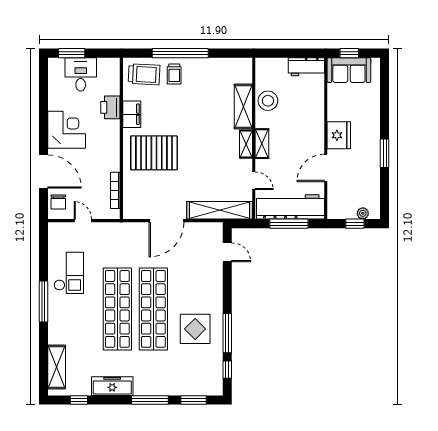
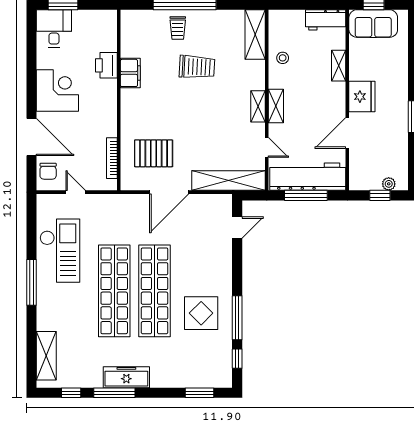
desk: (81, 74) -> (54, 28), moved
trolley: (144, 74) -> (197, 67), moved
stool: (268, 101) -> (283, 58), width x0.53, depth x0.53
shelving: (243, 107) -> (255, 35), moved
shelving: (318, 108) -> (339, 66), added
pallet: (154, 153) -> (154, 153), moved, width x0.73, depth x0.71
door: (227, 252) -> (237, 227), hinge flipped
checkout: (69, 273) -> (60, 251), width x1.36, depth x1.21
freezer: (112, 386) -> (126, 377), moved
window: (150, 400) -> (114, 393), moved

